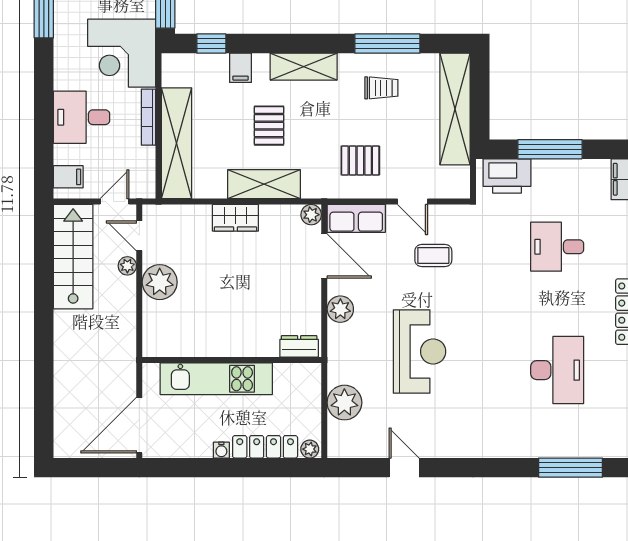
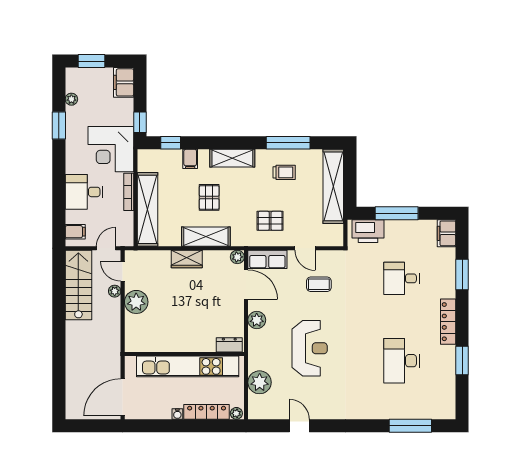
desk: (557, 370) -> (401, 361), turned 180
kitchen unit: (216, 379) -> (188, 366), width x1.36

